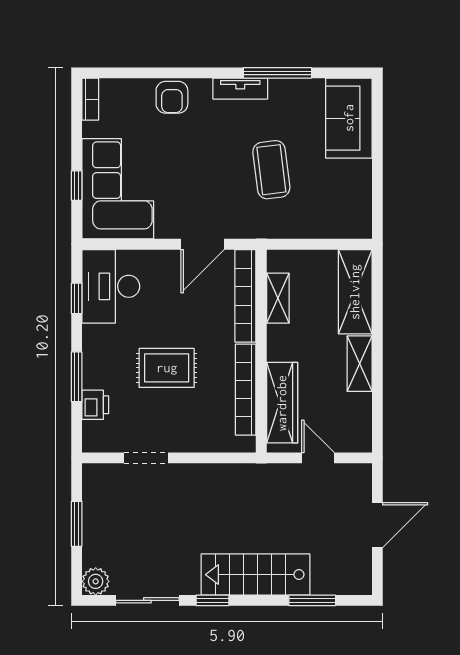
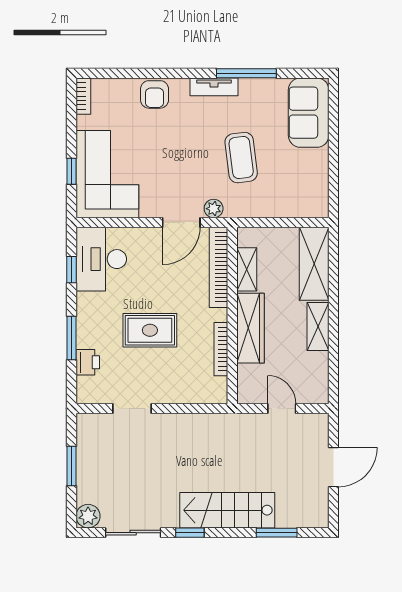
plant: (240, 228) -> (214, 209), added
bookcase: (246, 390) -> (221, 349), width x0.68, depth x0.76
wardrobe: (282, 403) -> (250, 328), moved

